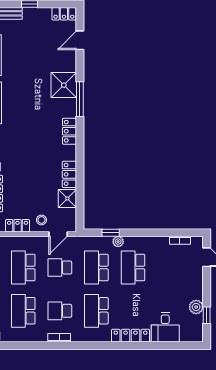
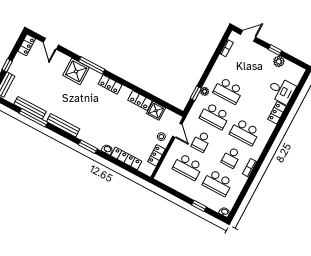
window: (207, 315) -> (275, 50), moved
locker: (130, 336) -> (277, 113), width x0.66

